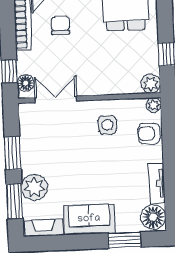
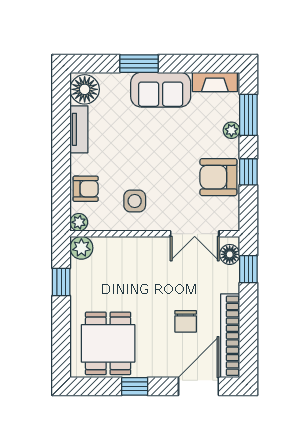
armchair: (38, 148) -> (218, 177), added
window: (13, 153) -> (248, 172), width x0.67
plant: (34, 187) -> (231, 130), width x0.53, depth x0.53
window: (124, 240) -> (139, 64), moved

